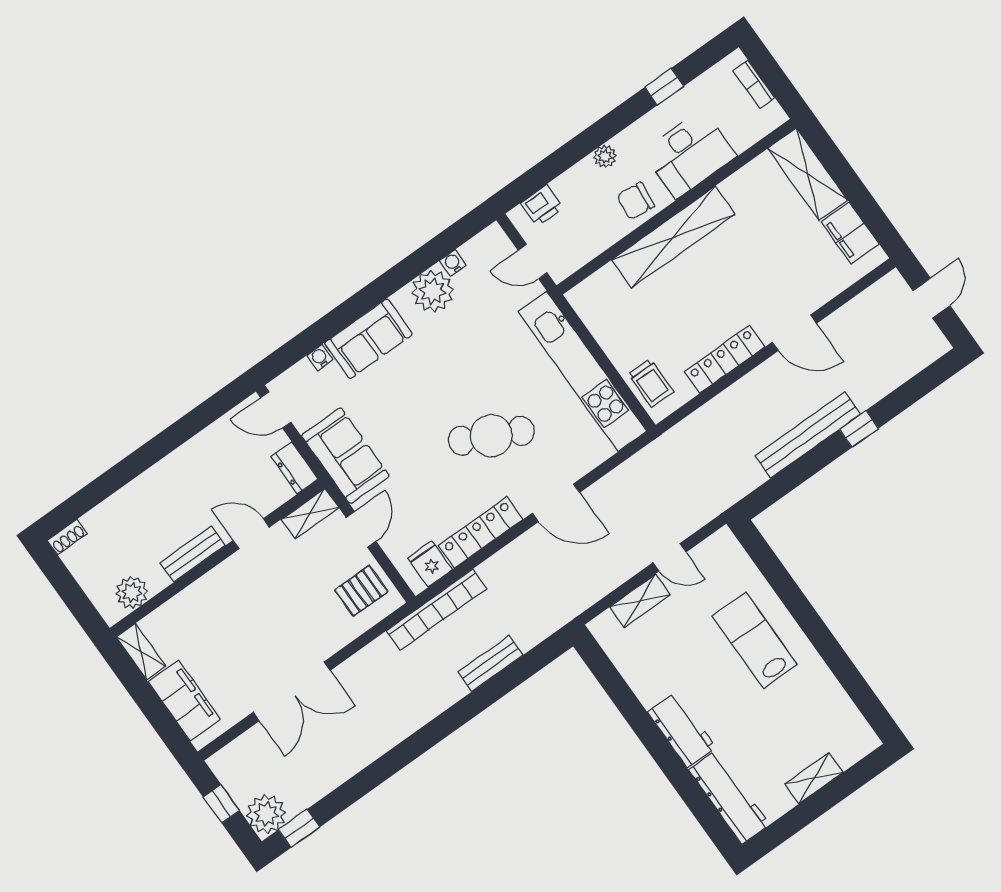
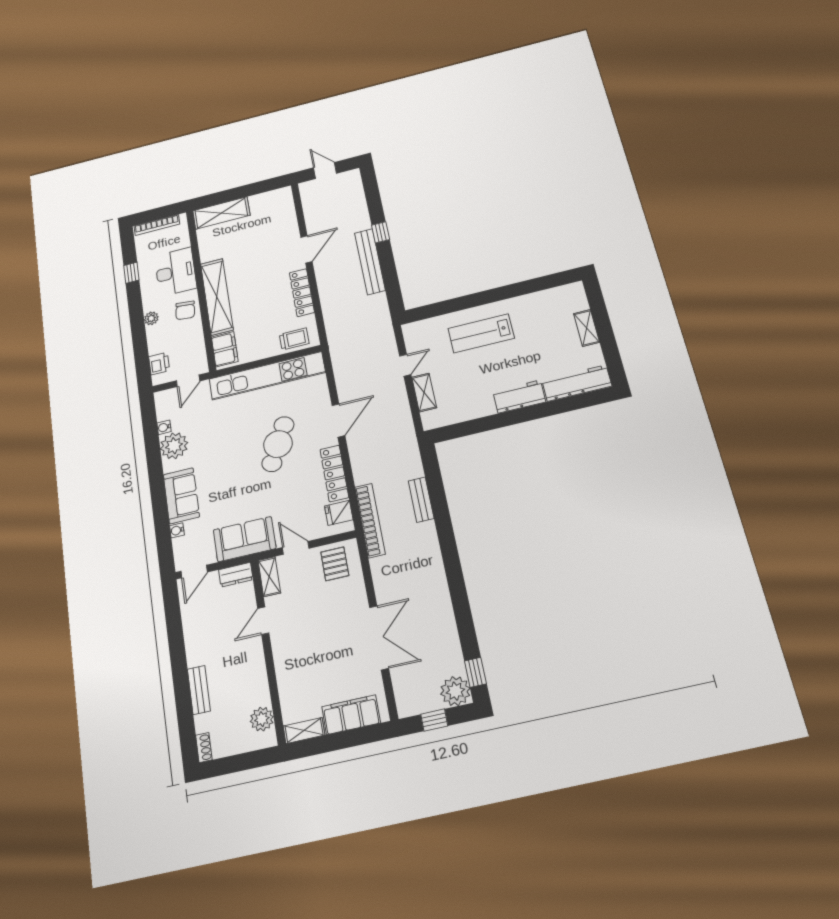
bookcase: (754, 84) -> (157, 225), width x1.56
filing cabinet: (850, 233) -> (225, 349), moved, turned -90
bench: (193, 554) -> (199, 690), moved

